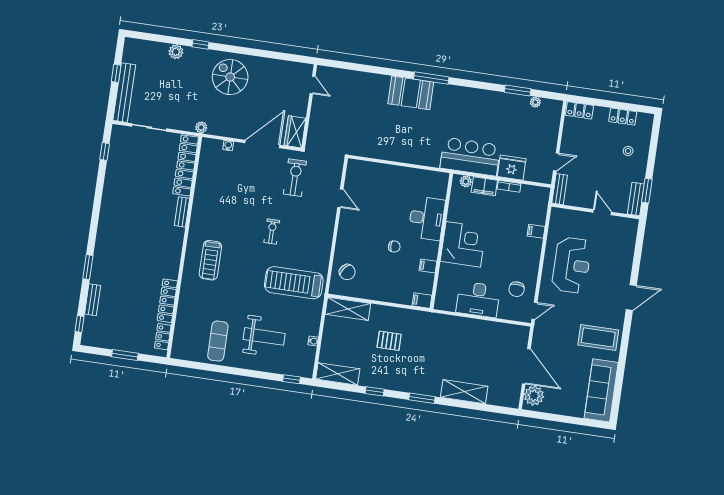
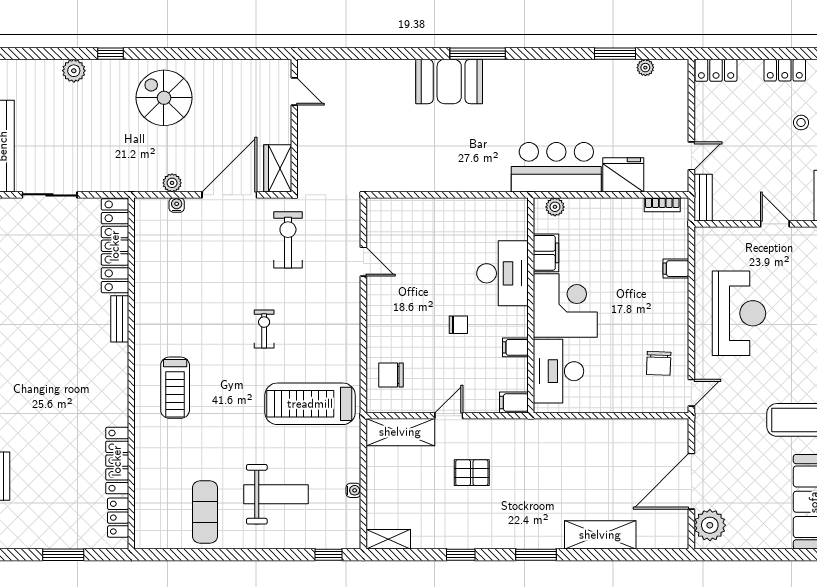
plant: (201, 127) -> (172, 183), moved
filing cabinet: (484, 186) -> (546, 253), moved, turned -90
bookcase: (509, 186) -> (662, 205), moved
chair: (347, 272) -> (391, 375), turned 141
desk: (478, 299) -> (559, 371), moved, turned 90
door: (380, 303) -> (449, 416), added
door: (526, 366) -> (691, 481), swing flipped
shelving: (338, 374) -> (388, 539), width x0.67, depth x0.75

